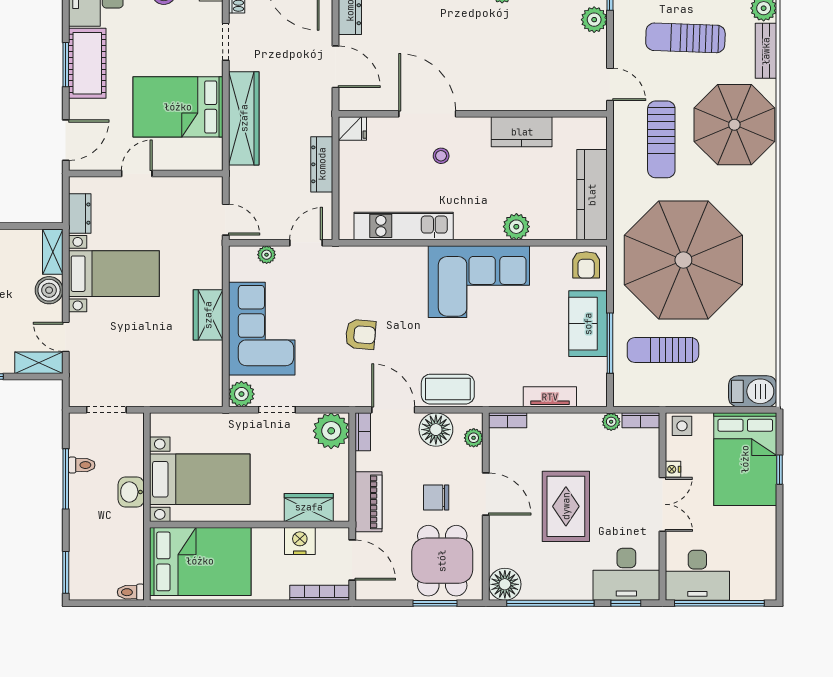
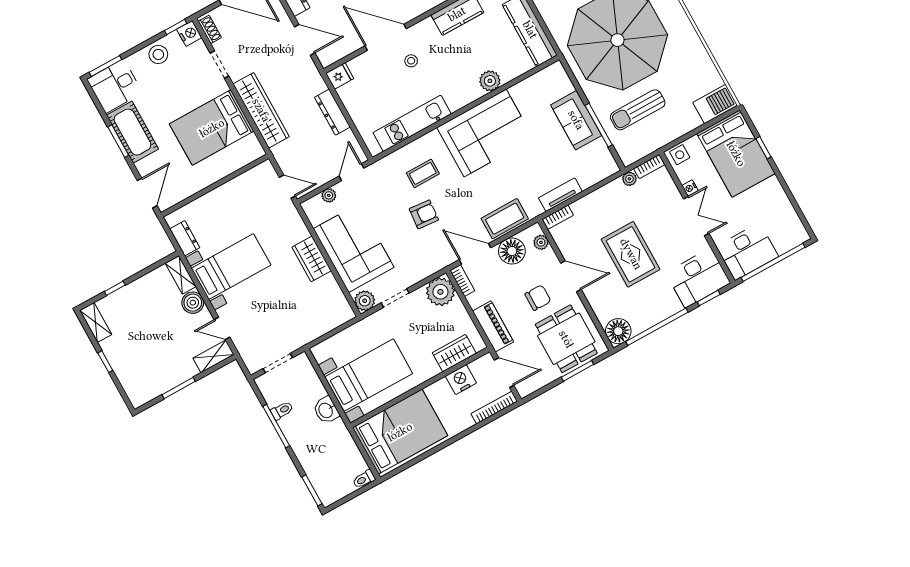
door: (137, 174) -> (209, 189), removed
armchair: (586, 265) -> (552, 81), removed
coffee table: (385, 288) -> (423, 173), added
tv unit: (550, 397) -> (560, 195), moved
chair: (436, 497) -> (538, 298), turned 180

